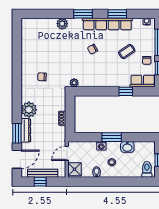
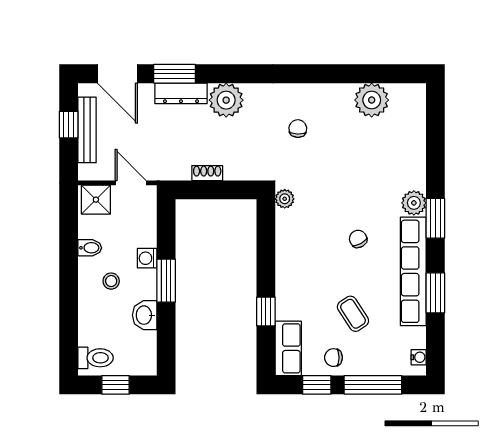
plant: (62, 24) -> (414, 203), moved
plant: (29, 43) -> (372, 100), added

